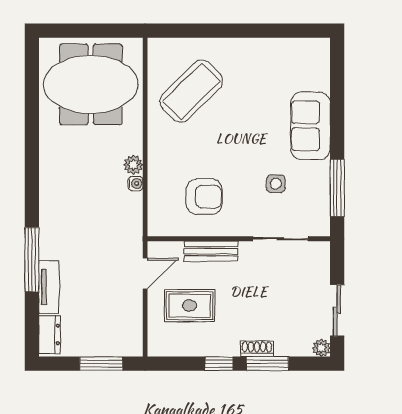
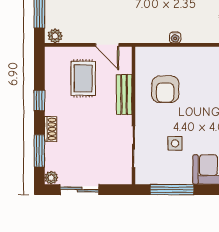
plant: (133, 165) -> (55, 36), moved
window: (267, 364) -> (39, 151), moved

